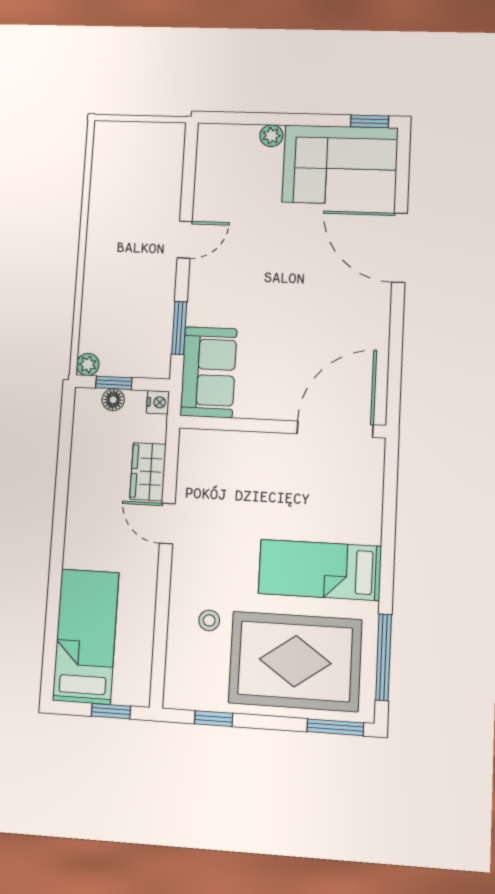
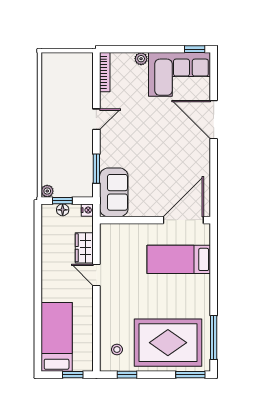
bookcase: (205, 157) -> (105, 72), added
bed: (320, 570) -> (179, 259), moved
stool: (209, 620) -> (117, 350), moved

